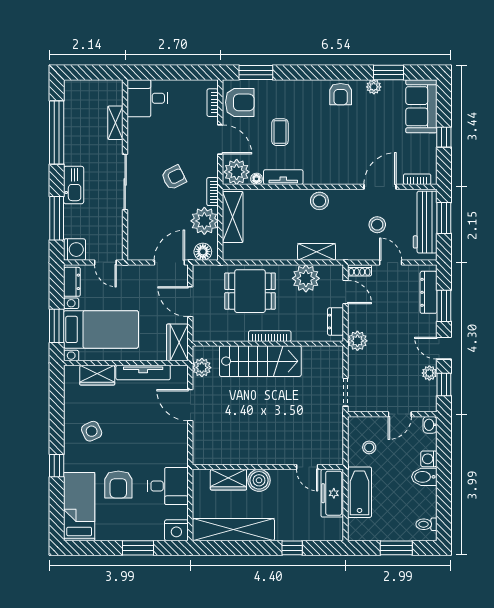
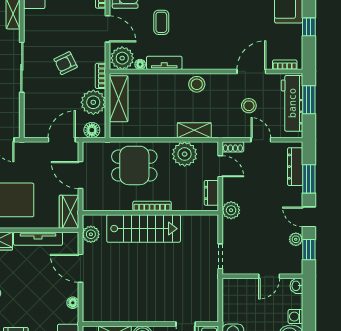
armchair: (174, 177) -> (66, 63), turned 180
floor lamp: (182, 444) -> (73, 303), added
stool: (369, 447) -> (242, 306), removed

